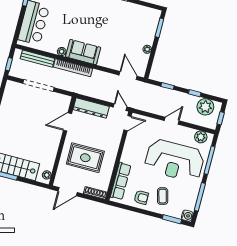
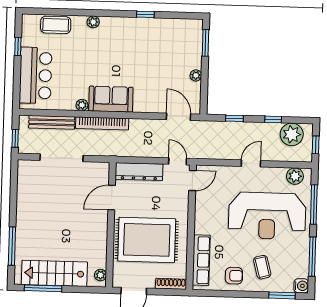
rug: (85, 158) -> (147, 240), width x1.37, depth x1.44

